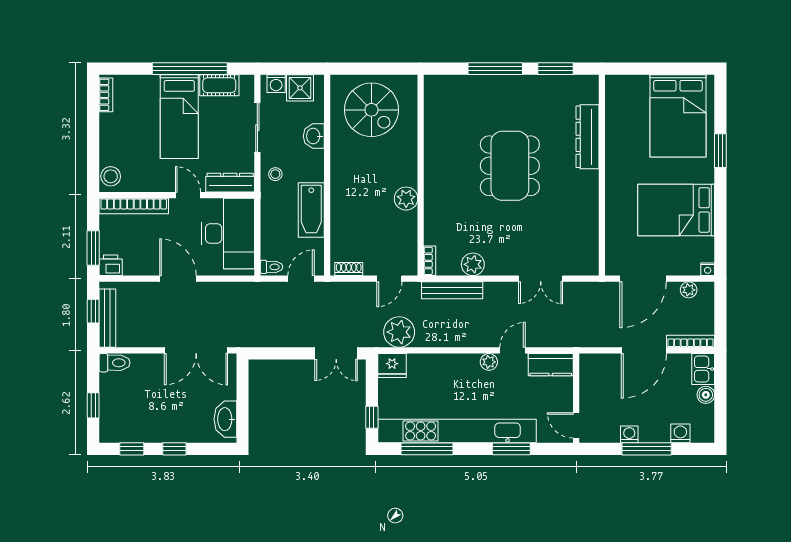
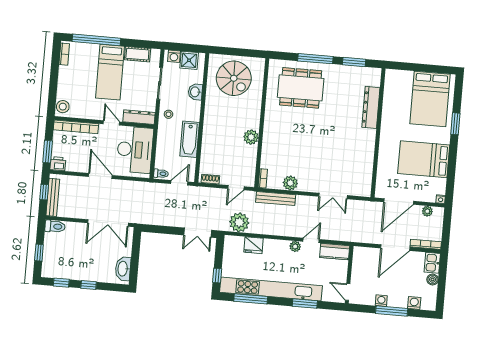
window: (190, 69) -> (96, 40), moved
dining table: (510, 166) -> (301, 88), moved, turned 90
fridge: (392, 366) -> (254, 245), moved

